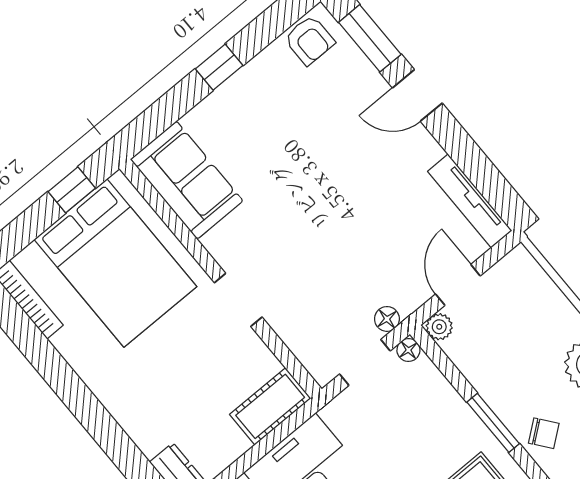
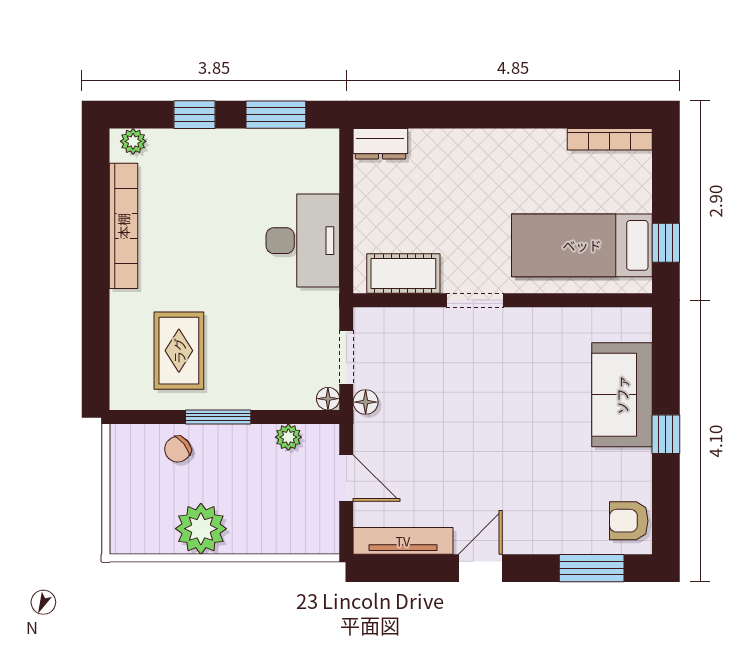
door: (417, 95) -> (480, 568), moved
sofa: (187, 180) -> (622, 395), moved, turned 90
bed: (115, 263) -> (582, 245), width x0.67
plant: (439, 327) -> (288, 437), moved
cot: (270, 406) -> (403, 273), moved, turned 90

